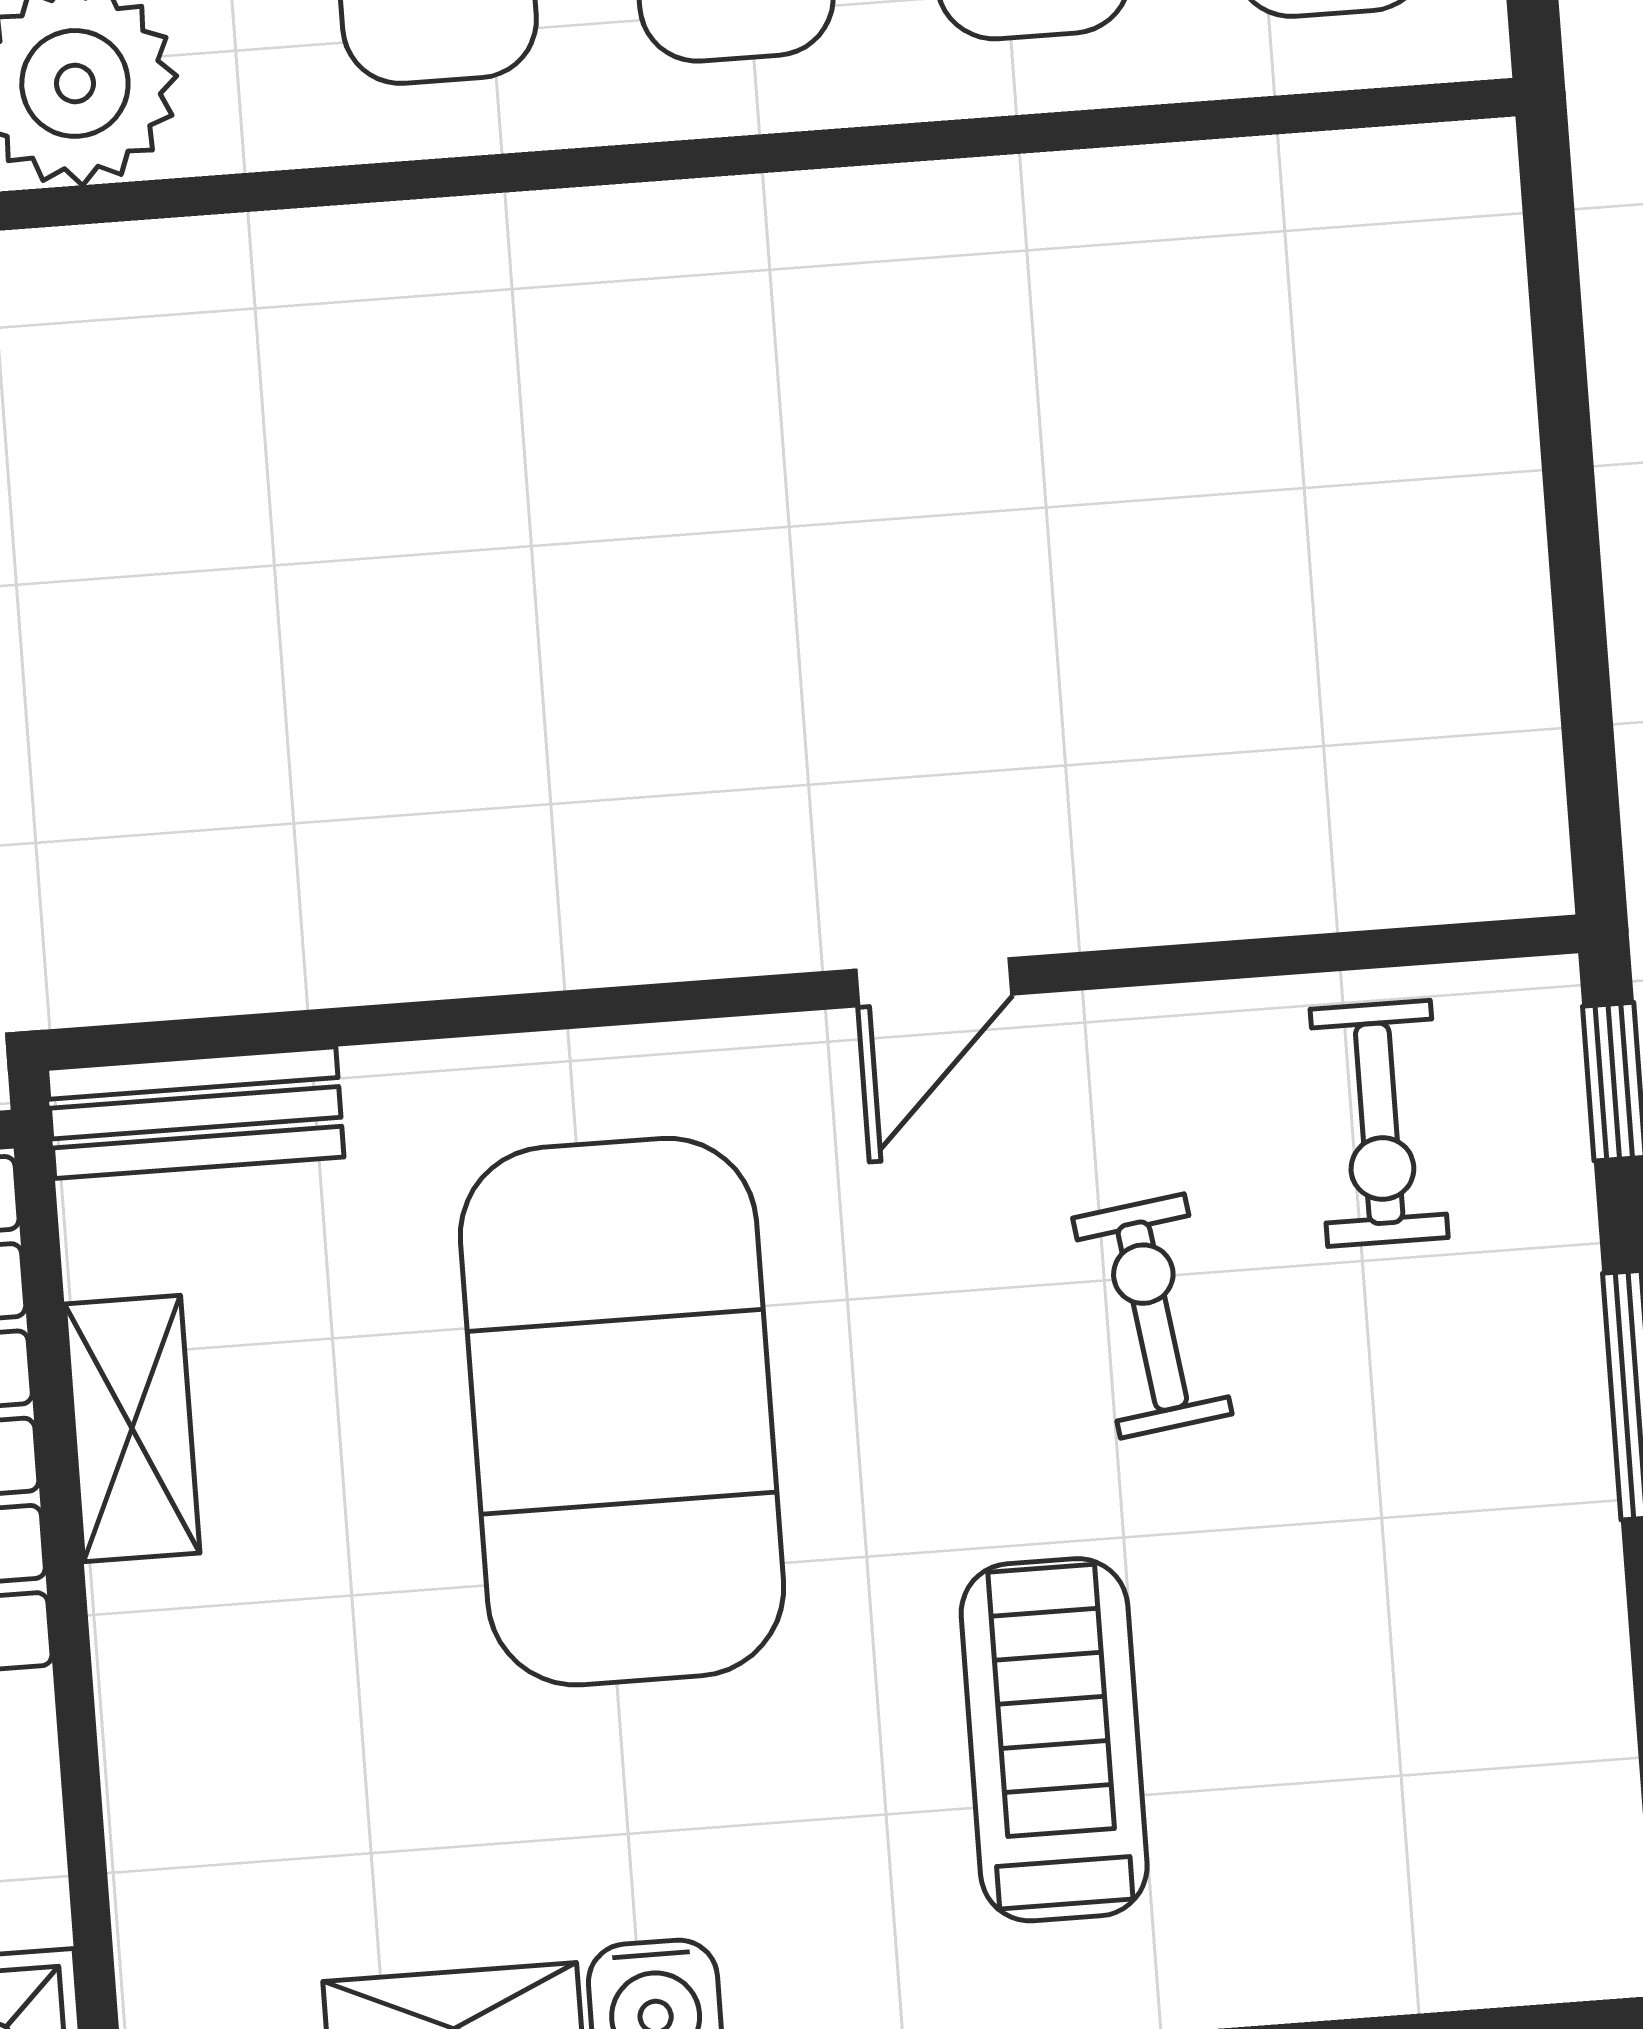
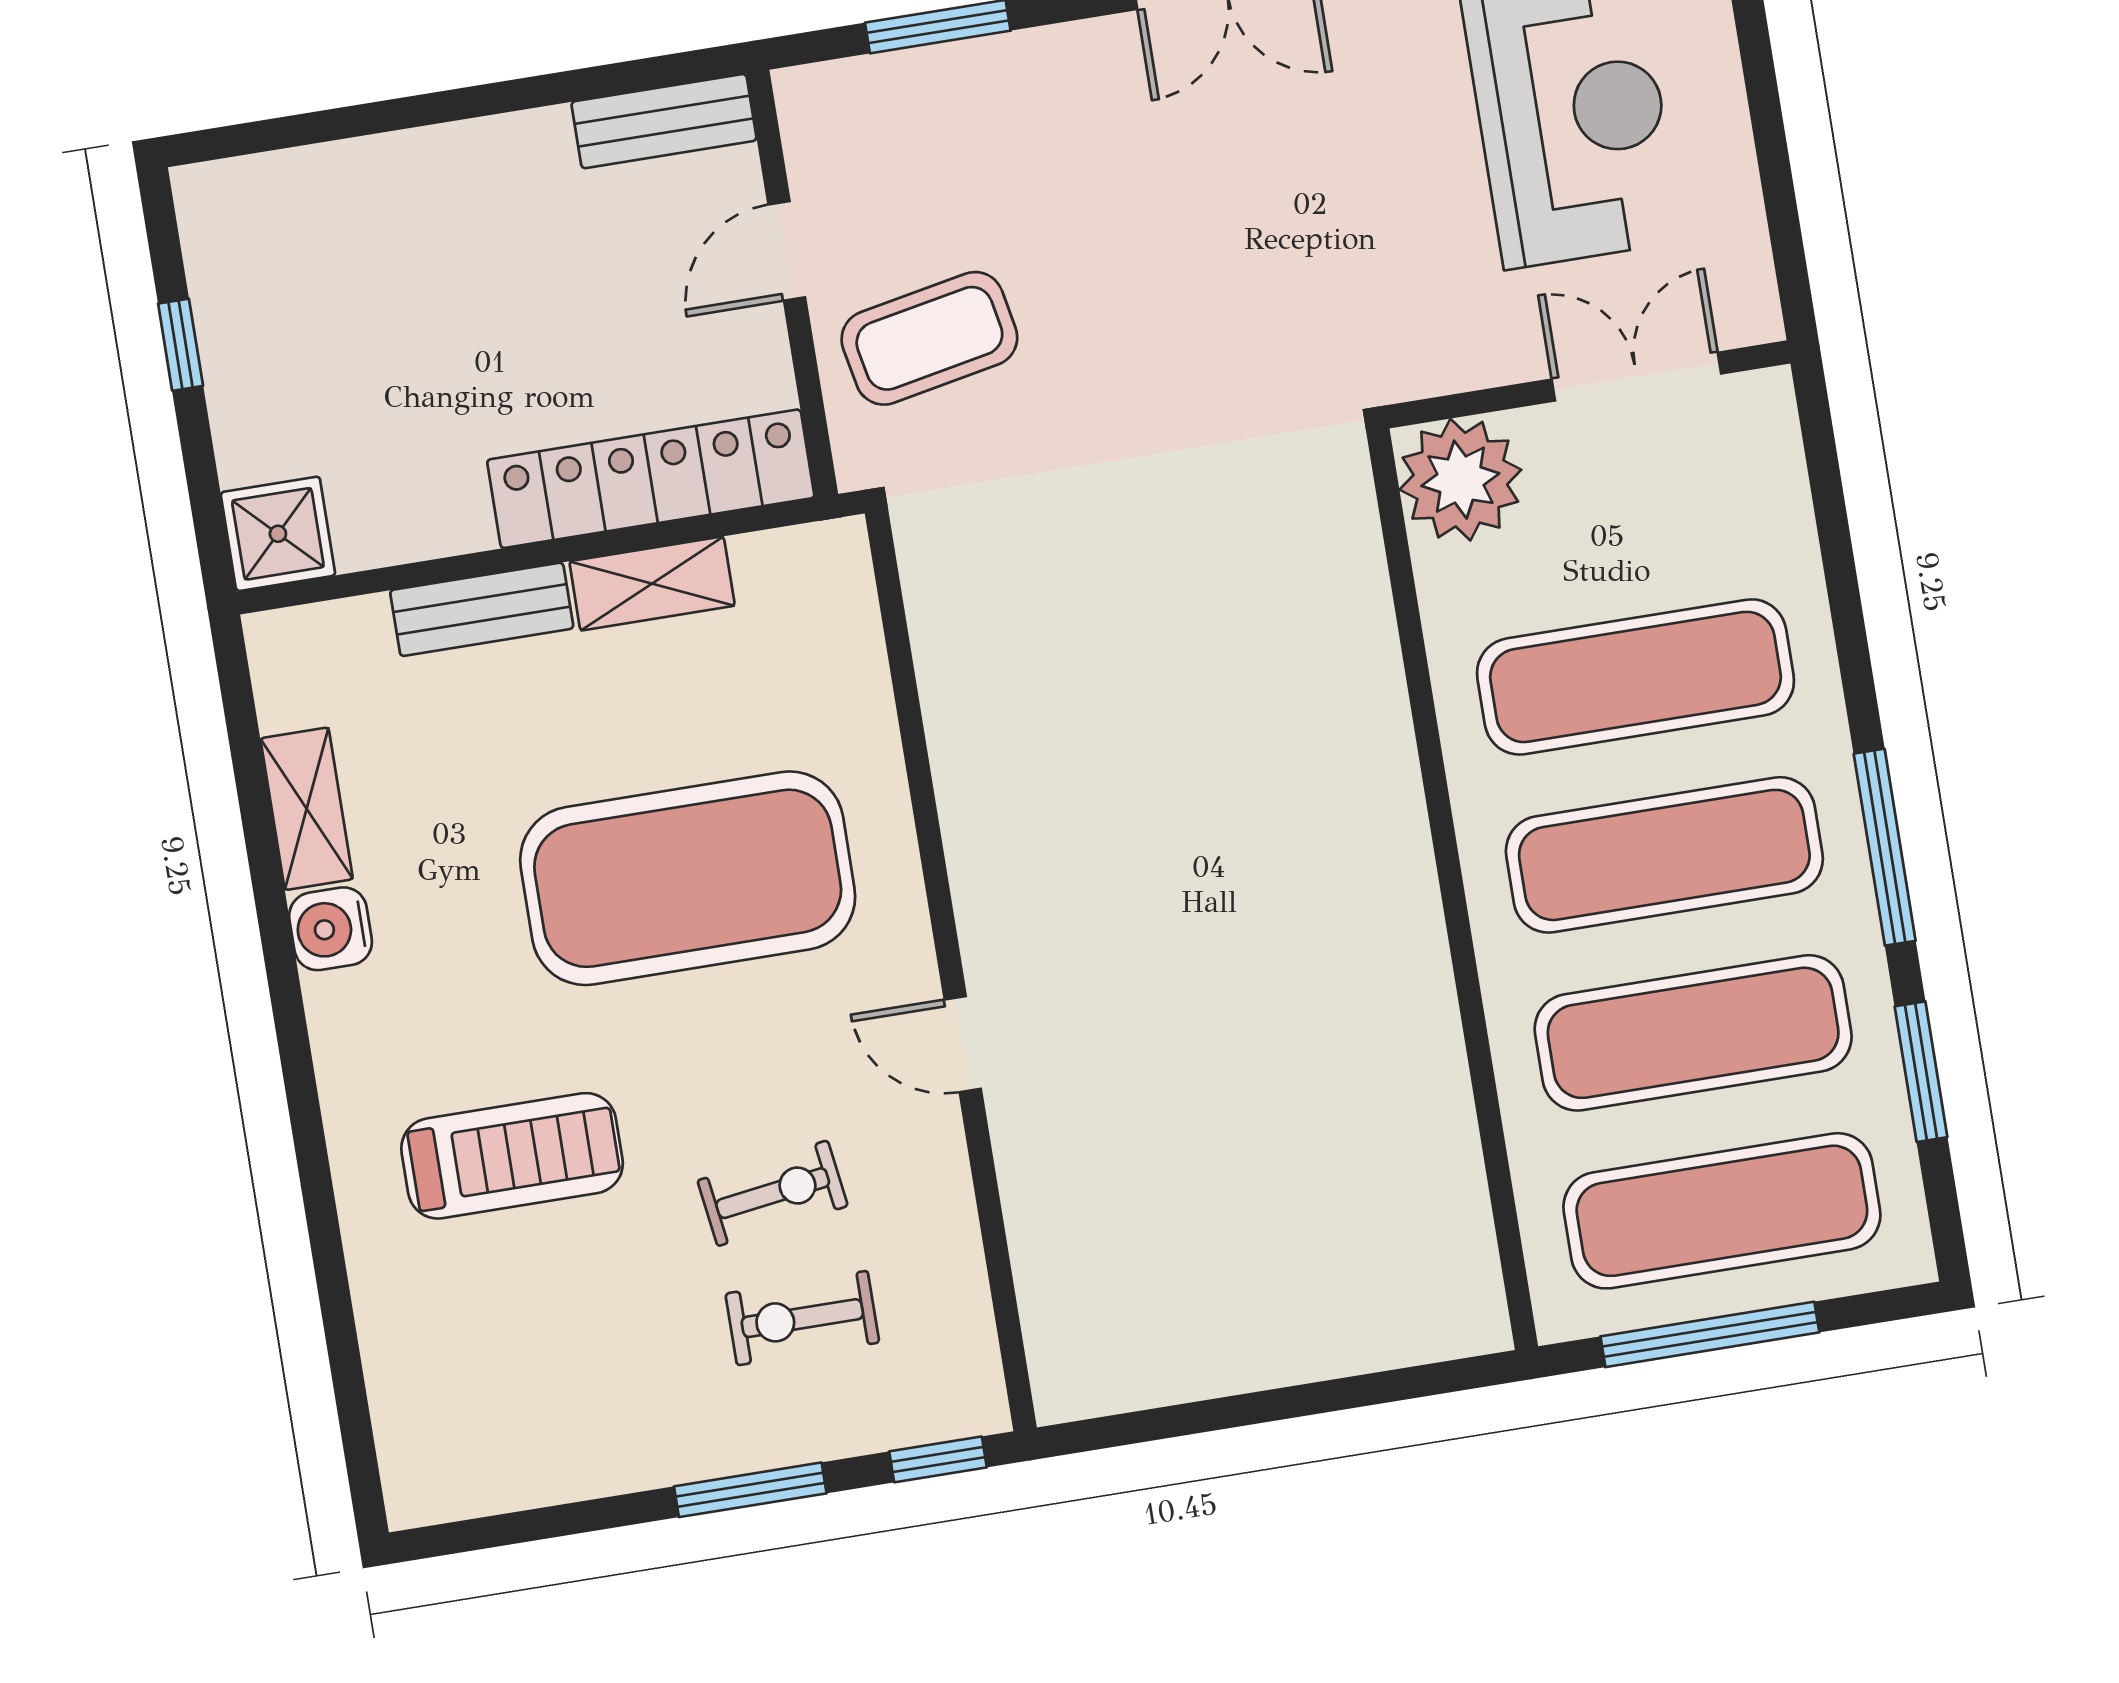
bench: (195, 1113) -> (482, 609), moved, turned 90
exercise bike: (1379, 1123) -> (802, 1318), moved

